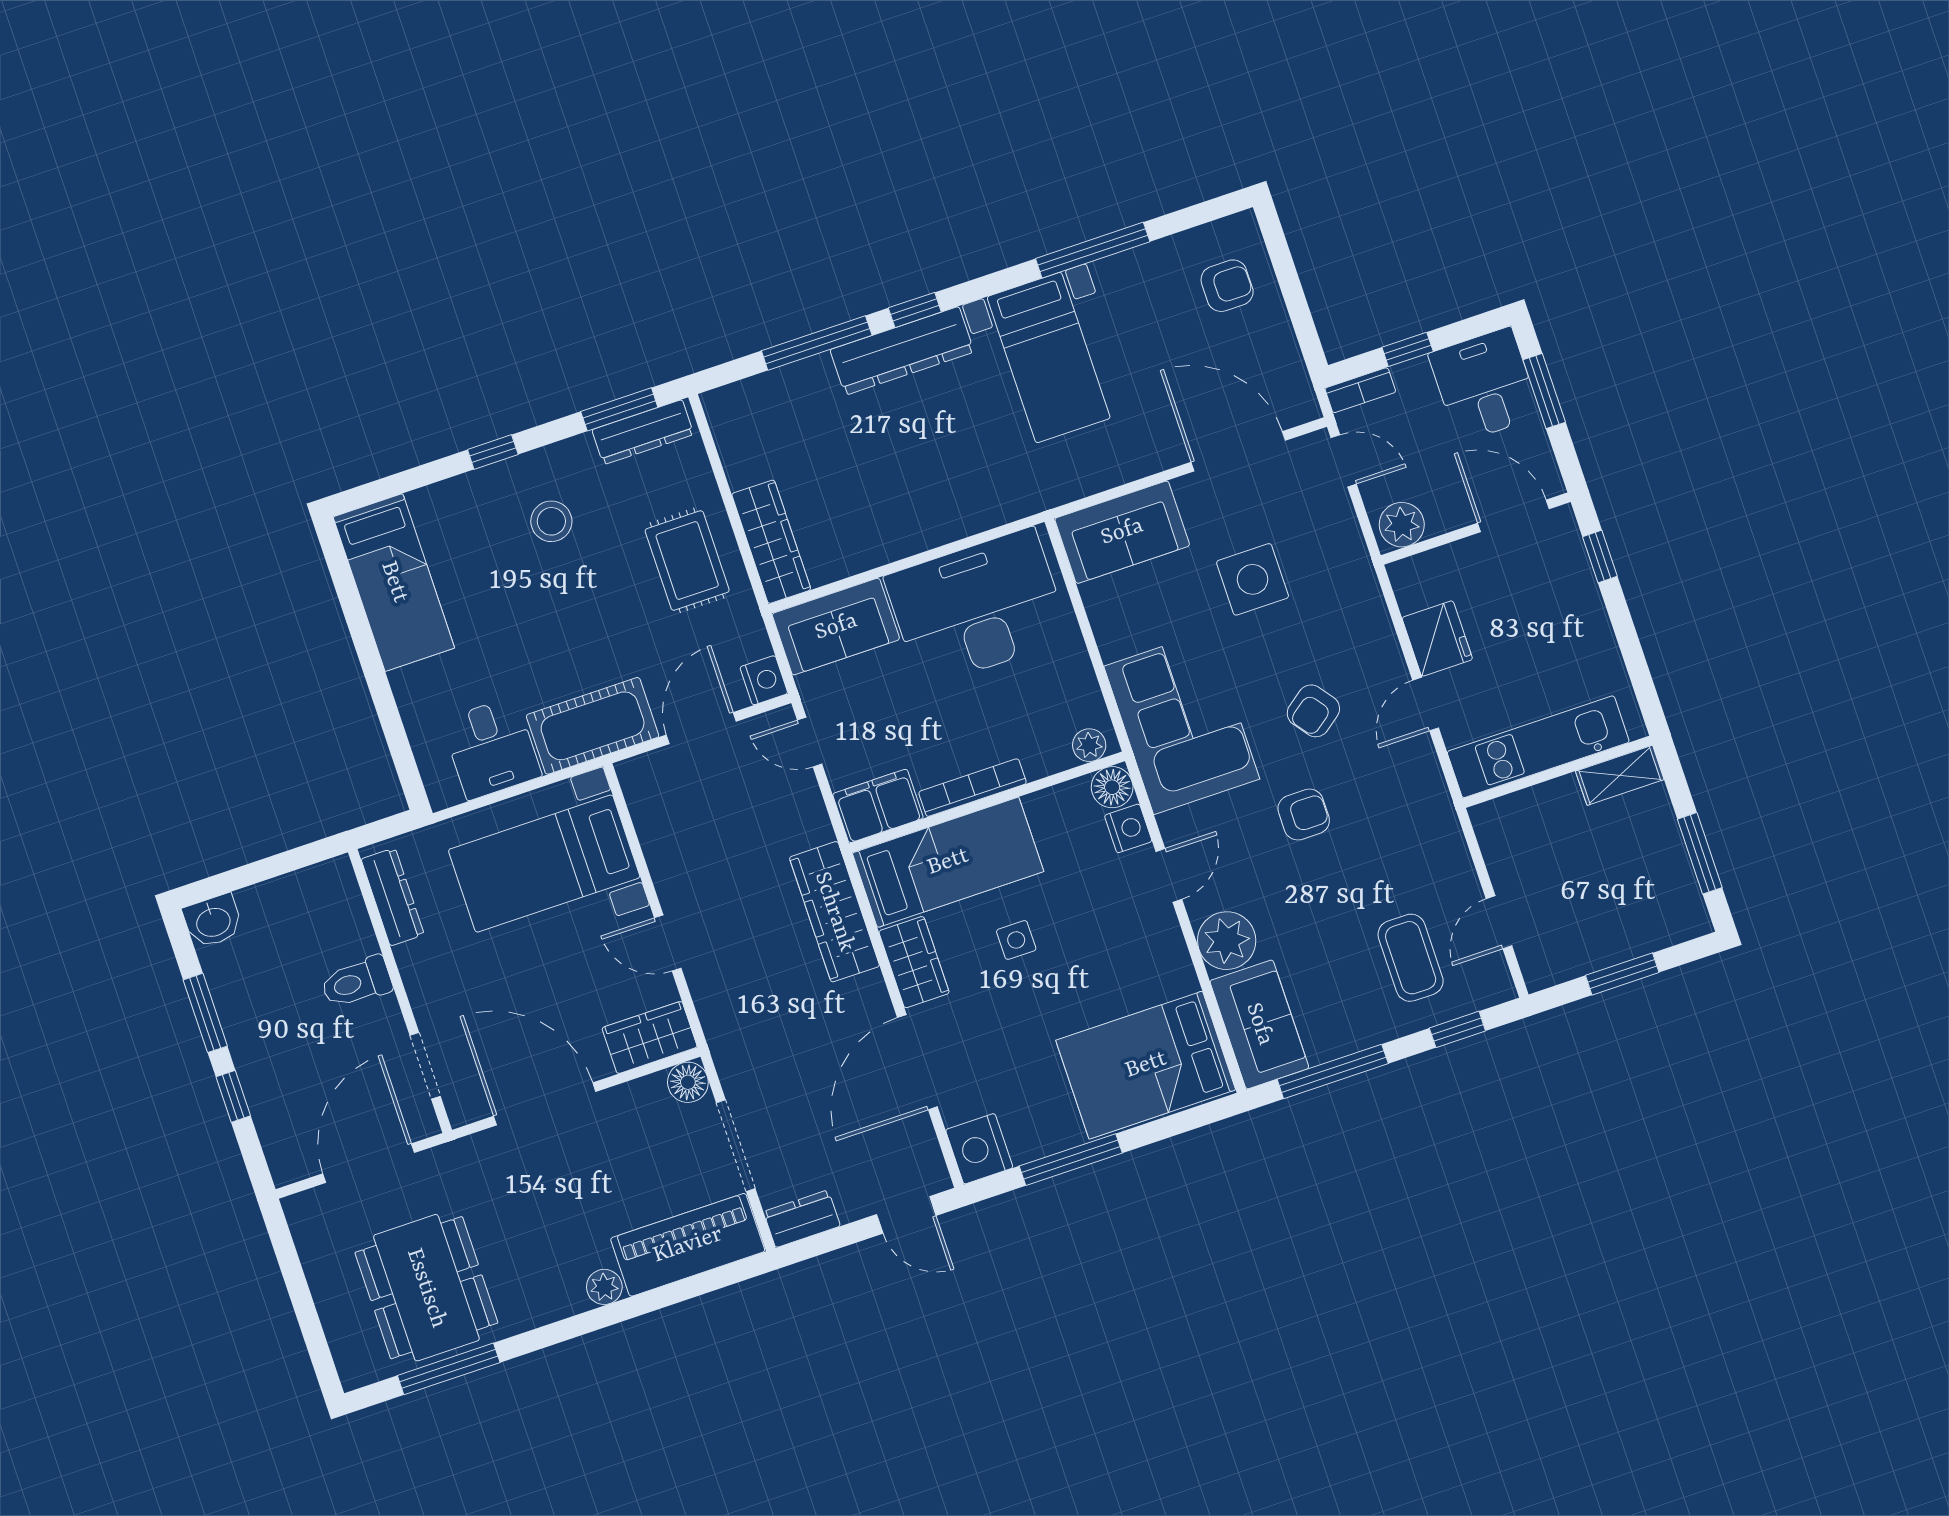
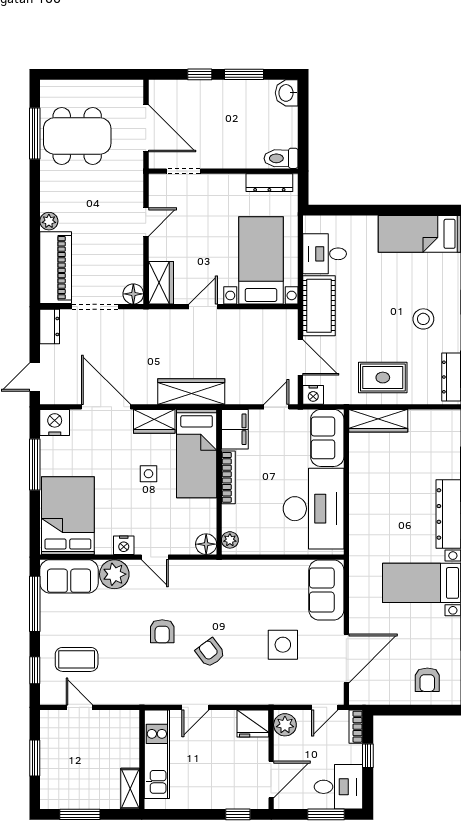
fridge: (1437, 638) -> (253, 723), moved
door: (1426, 704) -> (195, 707), swing flipped
corner sofa: (1182, 723) -> (226, 588), removed
nightstand: (1128, 828) -> (124, 545), moved
toilet: (357, 982) -> (281, 158), moved, turned -90
door: (545, 1104) -> (146, 222), width x0.53

